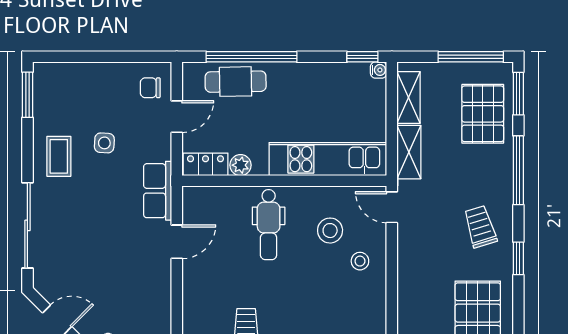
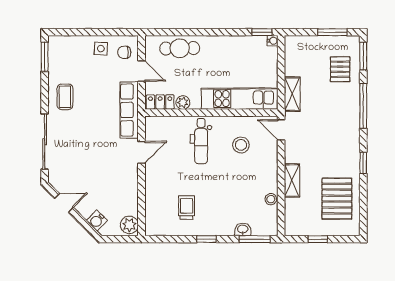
window: (251, 57) -> (190, 32), removed
window: (471, 57) -> (332, 32), width x0.69
shelving: (409, 97) -> (292, 180), moved
pallet: (483, 114) -> (340, 69), width x0.67, depth x0.71
door: (177, 117) -> (142, 71), hinge flipped
side table: (104, 143) -> (101, 49), moved
row of seats: (158, 191) -> (129, 110), width x1.48
trolley: (480, 227) -> (339, 142), removed
stool: (360, 261) -> (271, 199), moved

